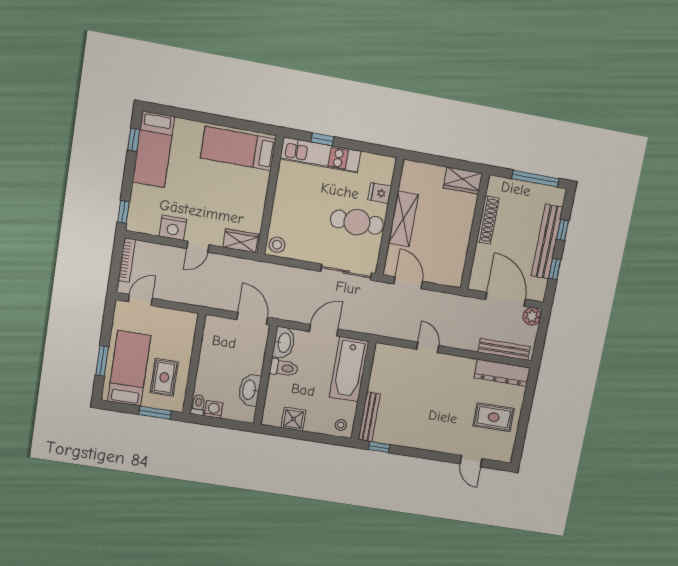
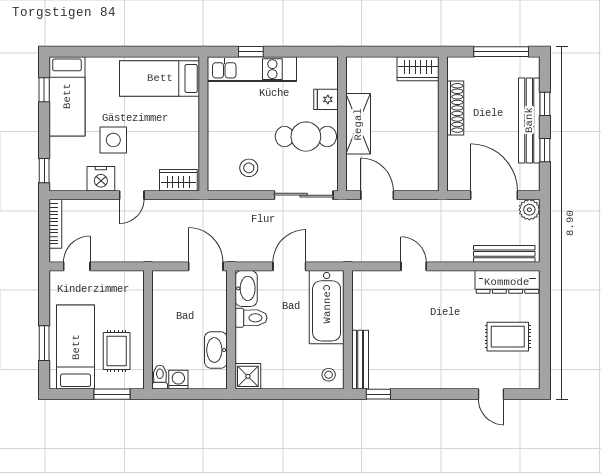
side table: (189, 196) -> (113, 140), added
stool: (277, 245) -> (249, 168), moved
shower: (293, 419) -> (248, 376), moved

